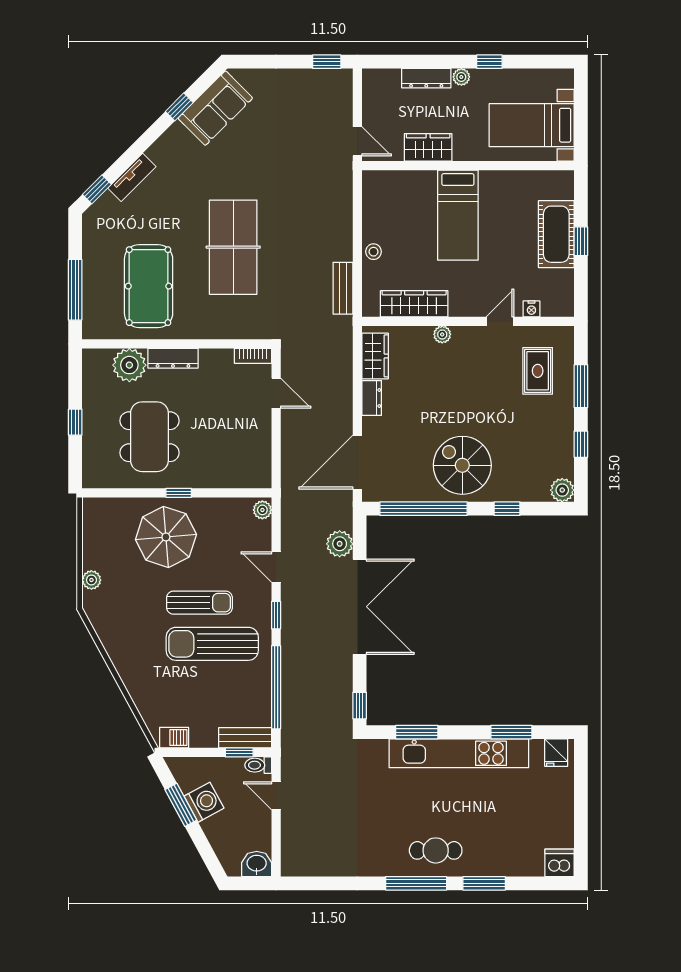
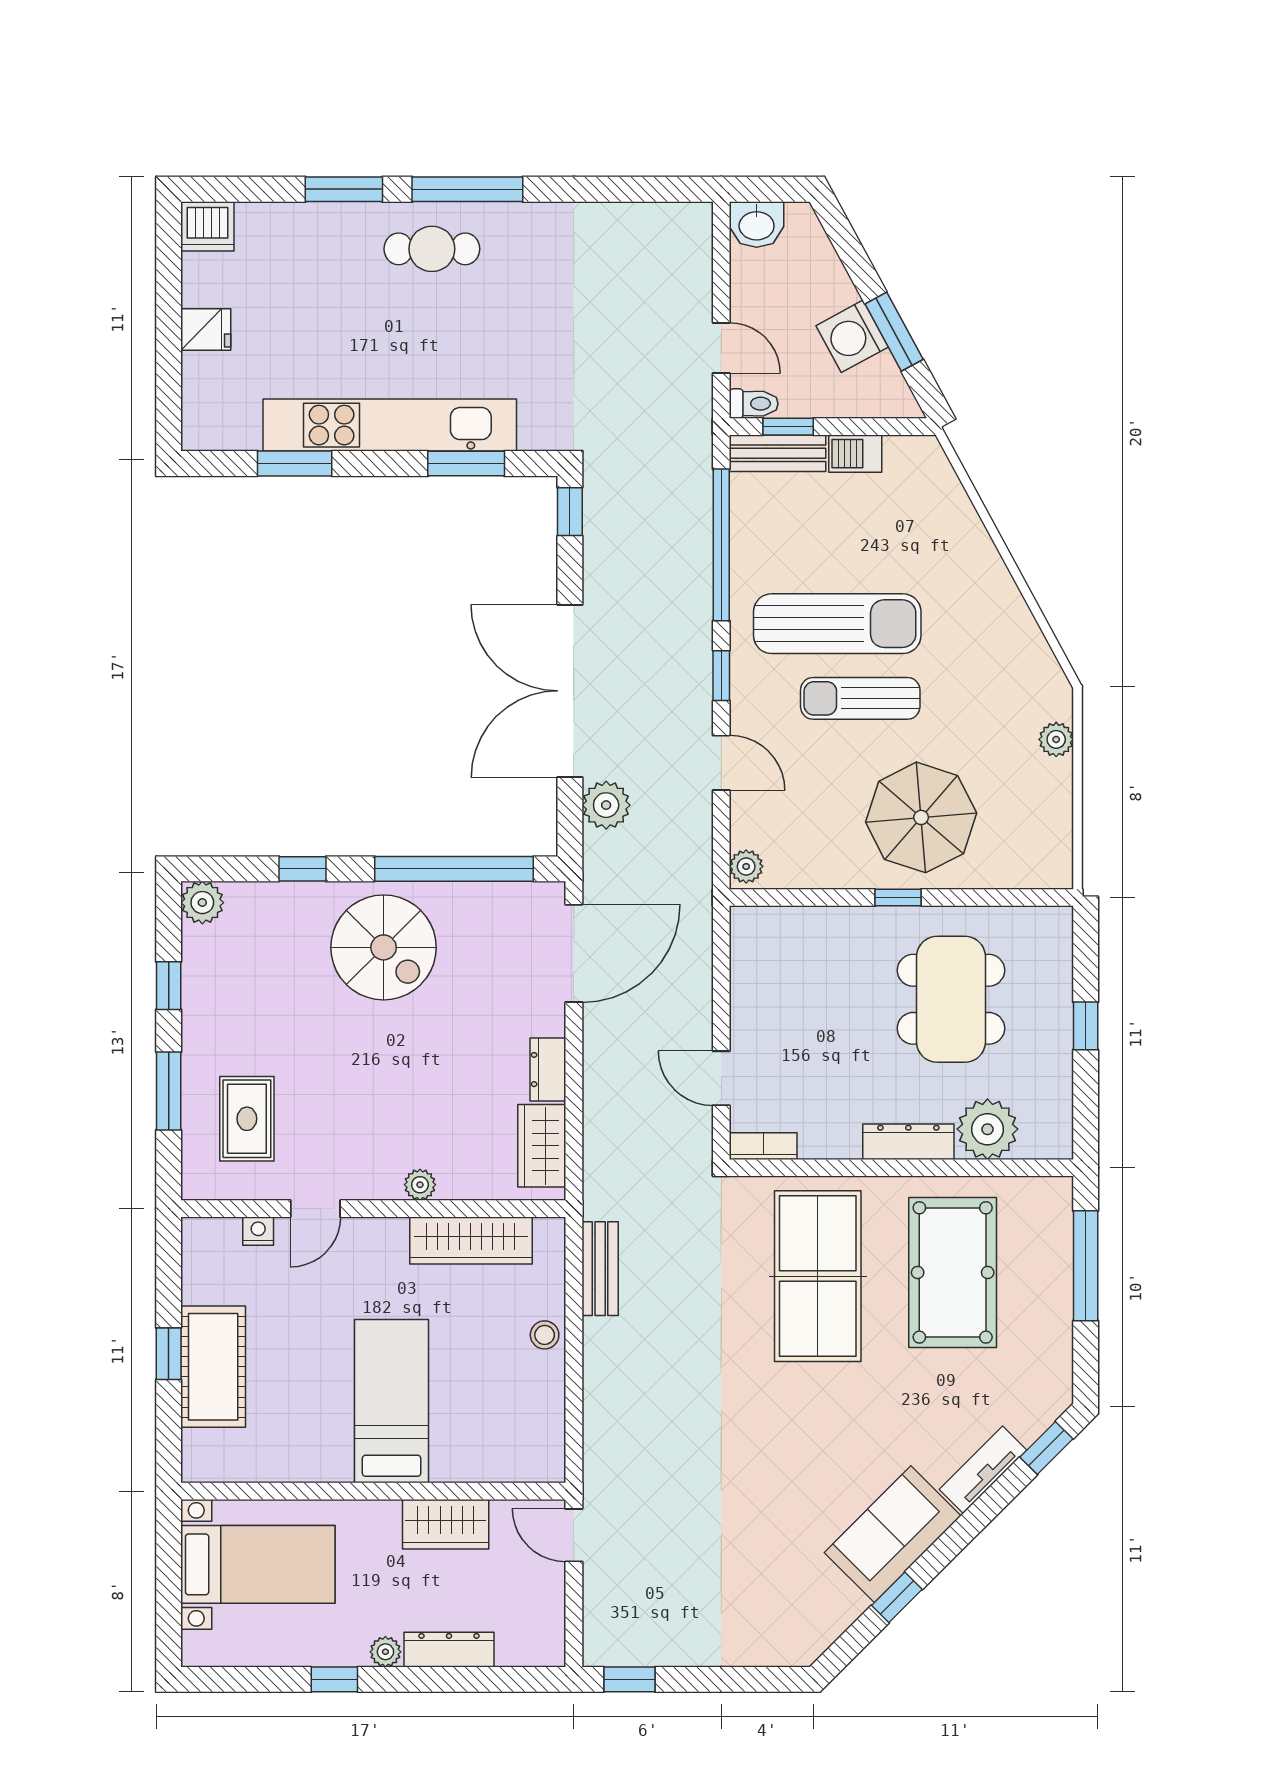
sofa: (215, 108) -> (893, 1534), moved
table tennis table: (233, 247) -> (818, 1276), moved
barbecue: (174, 738) -> (855, 454), moved
fridge: (556, 753) -> (206, 330), moved, turned 90

